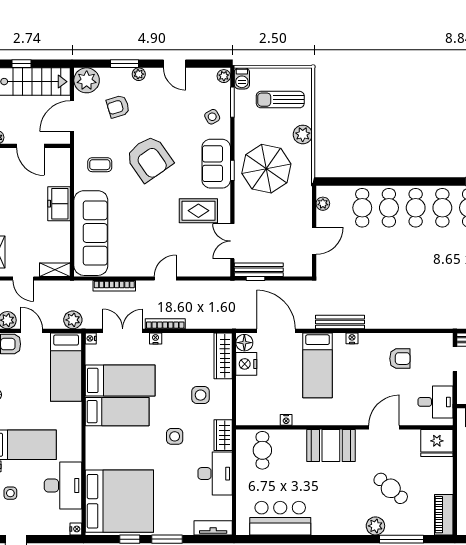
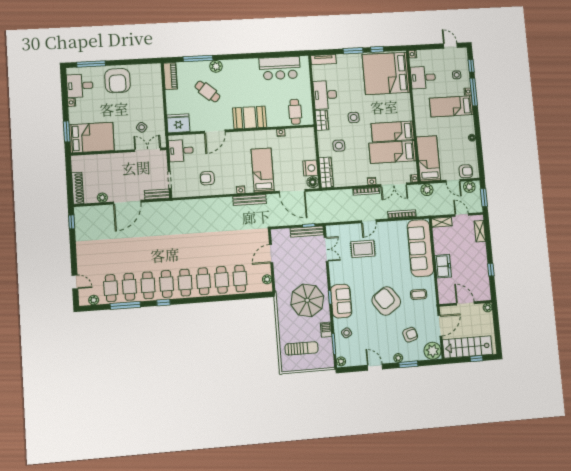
barbecue: (242, 78) -> (326, 330), moved
plant: (303, 134) -> (284, 326), removed
rug: (198, 211) -> (363, 249), moved
desk: (63, 486) -> (423, 77), width x0.73

